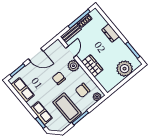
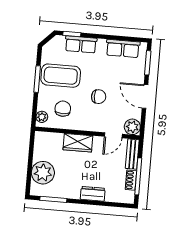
door: (71, 52) -> (113, 135), hinge flipped
door: (36, 55) -> (145, 96), hinge flipped
plant: (73, 66) -> (132, 127), moved

